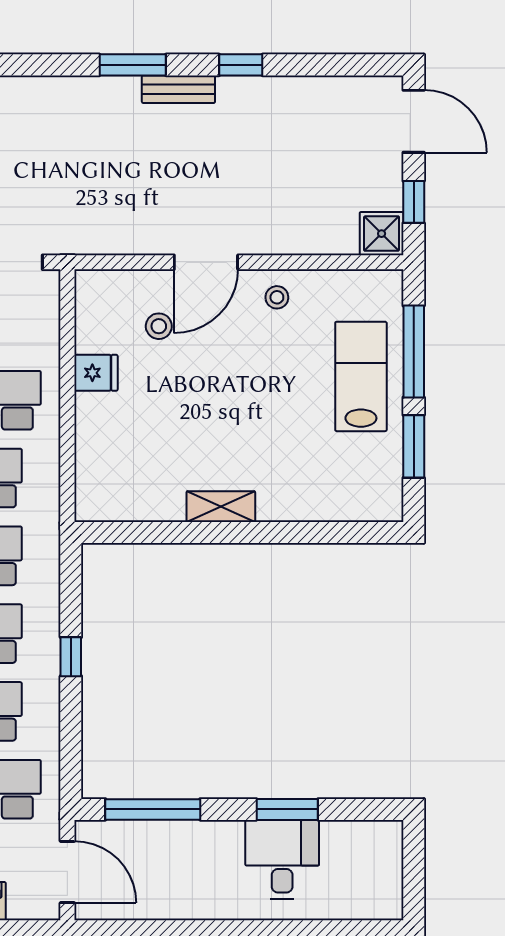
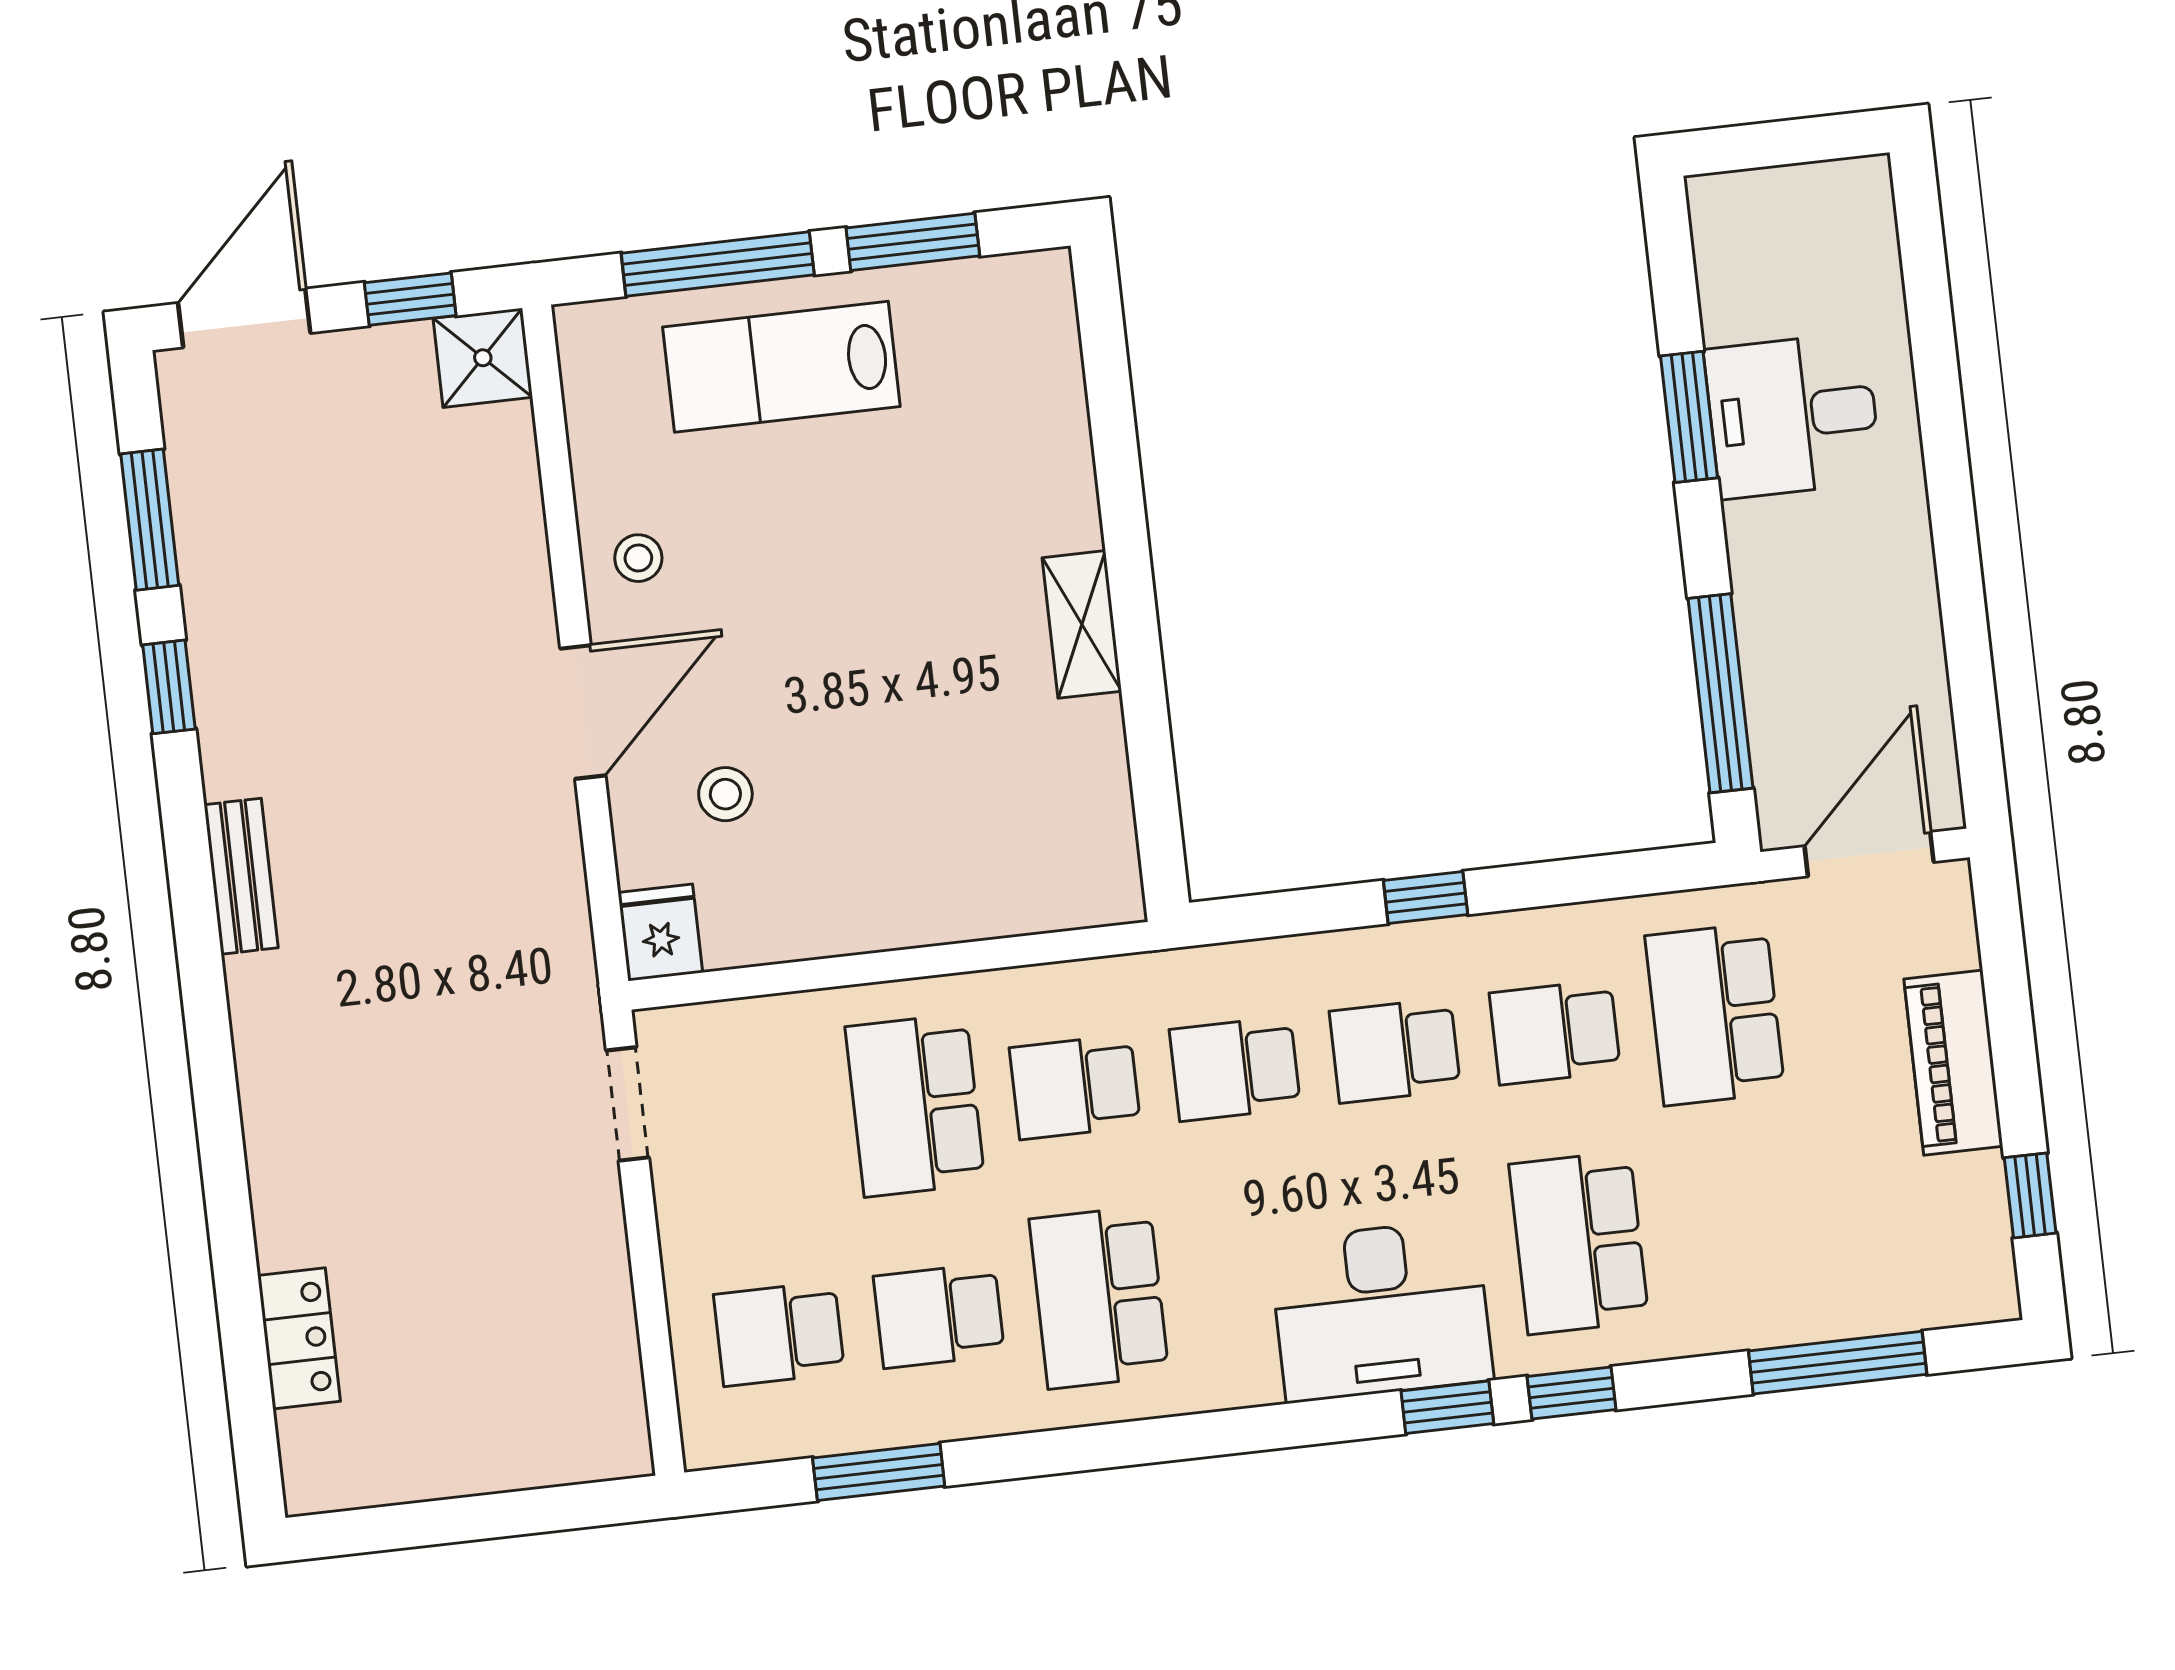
window: (133, 65) -> (150, 520), moved
bench: (178, 89) -> (241, 876), moved
door: (206, 262) -> (583, 712), hinge flipped
fridge: (96, 373) -> (660, 933), moved

